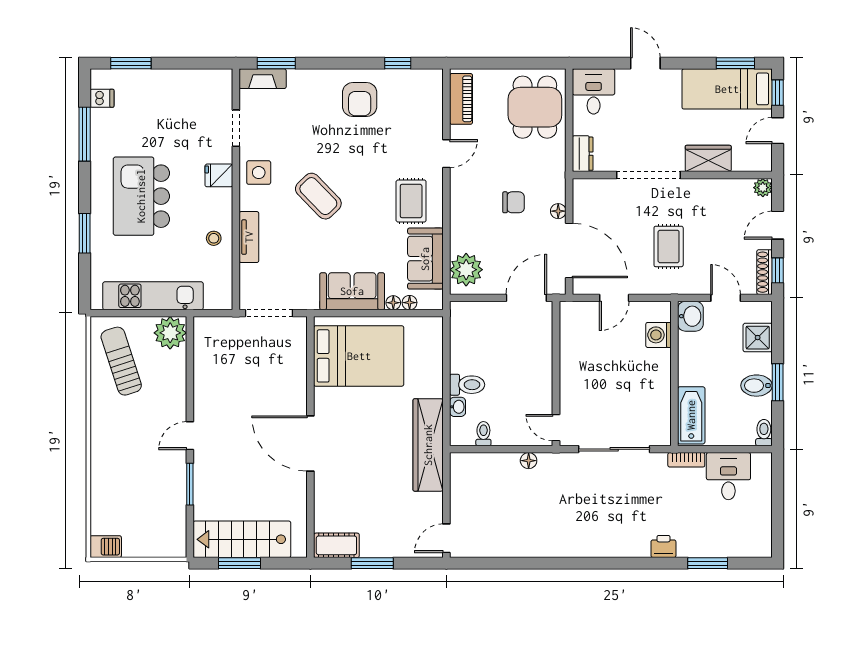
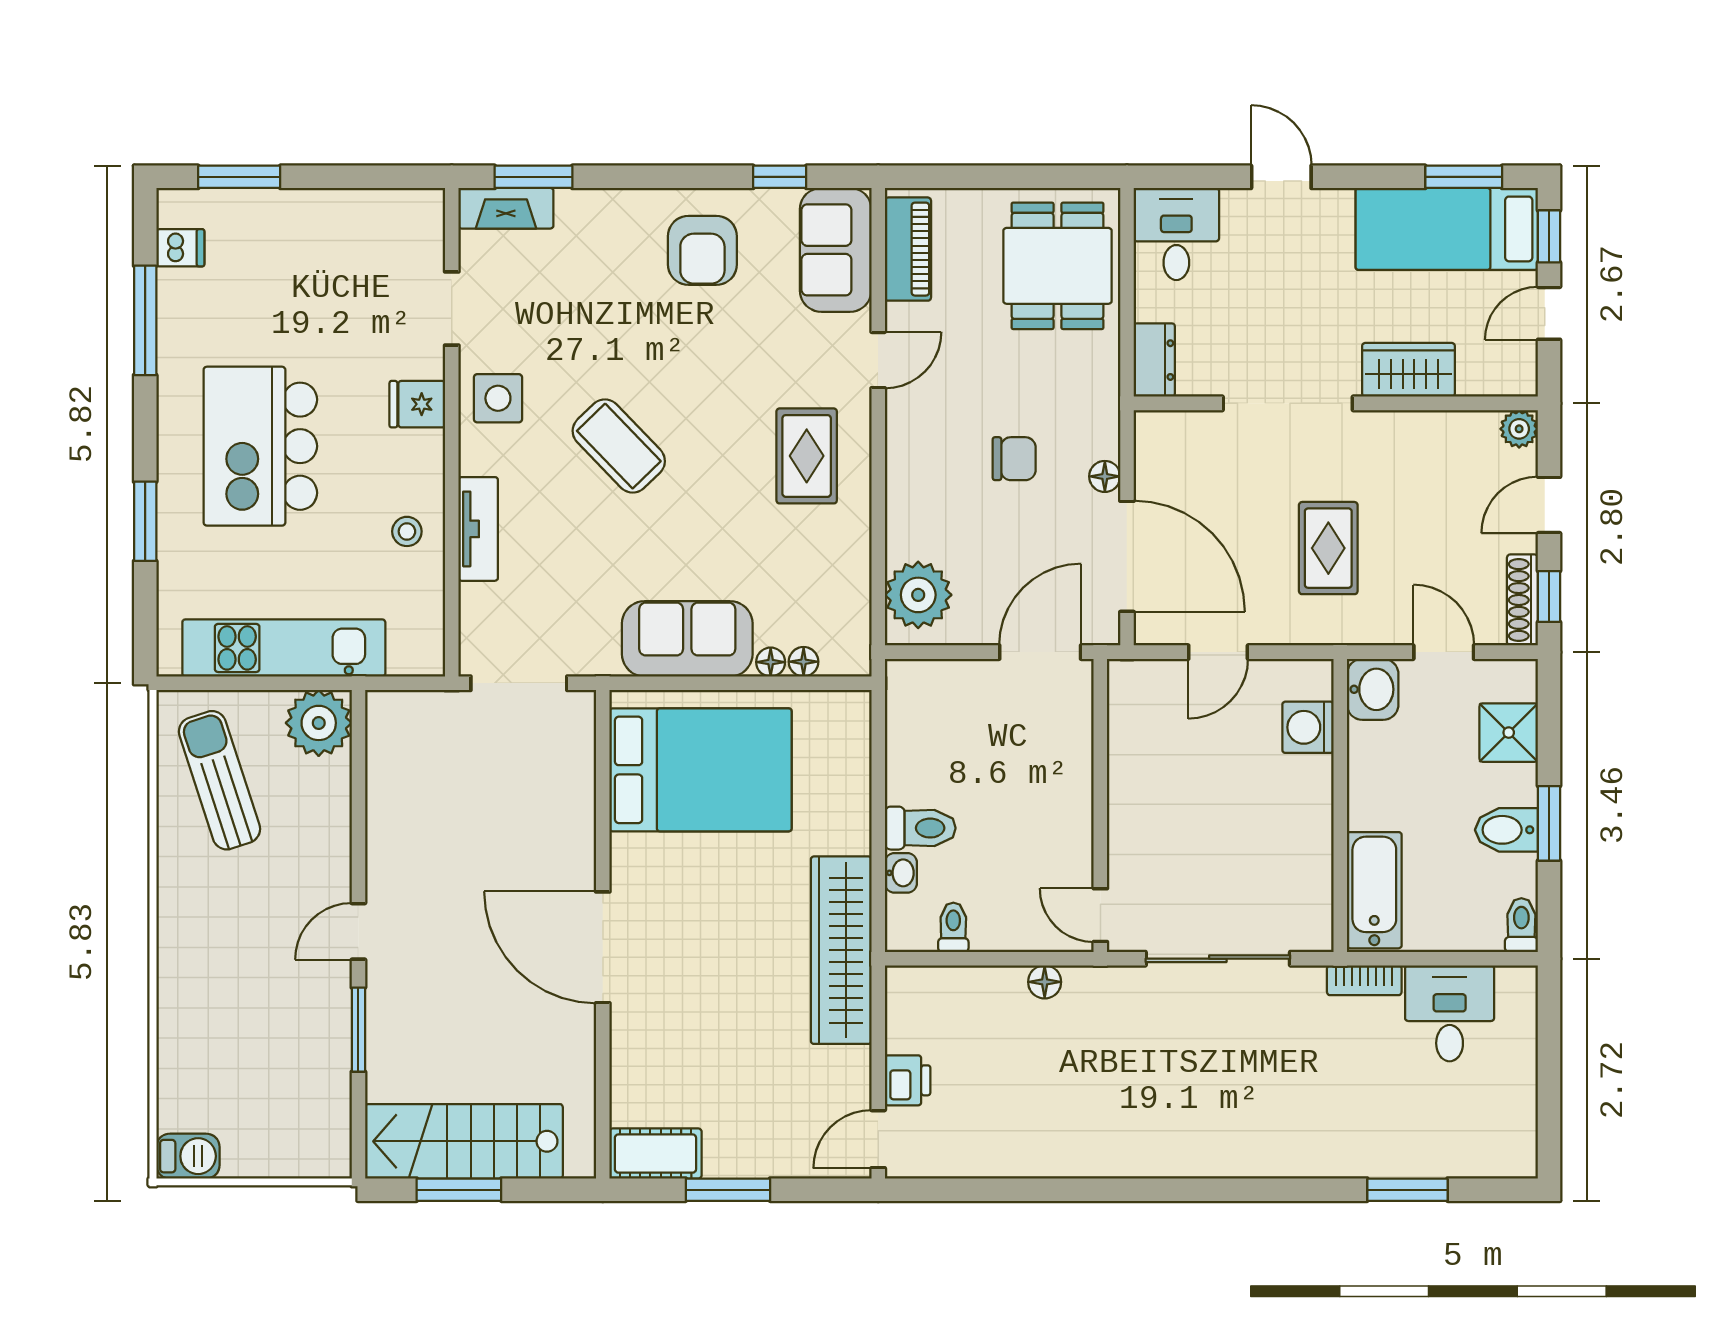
sofa: (425, 259) -> (836, 250), moved
printer: (663, 546) -> (908, 1080), moved, turned 90

